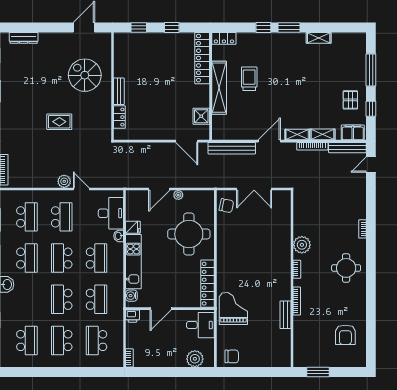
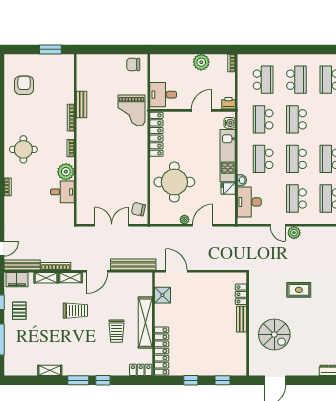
trolley: (292, 100) -> (75, 311), added
desk: (305, 224) -> (62, 192), added
school desk: (62, 258) -> (296, 159), turned 180
school desk: (62, 299) -> (296, 119), turned 180
plant: (195, 359) -> (201, 62), moved

